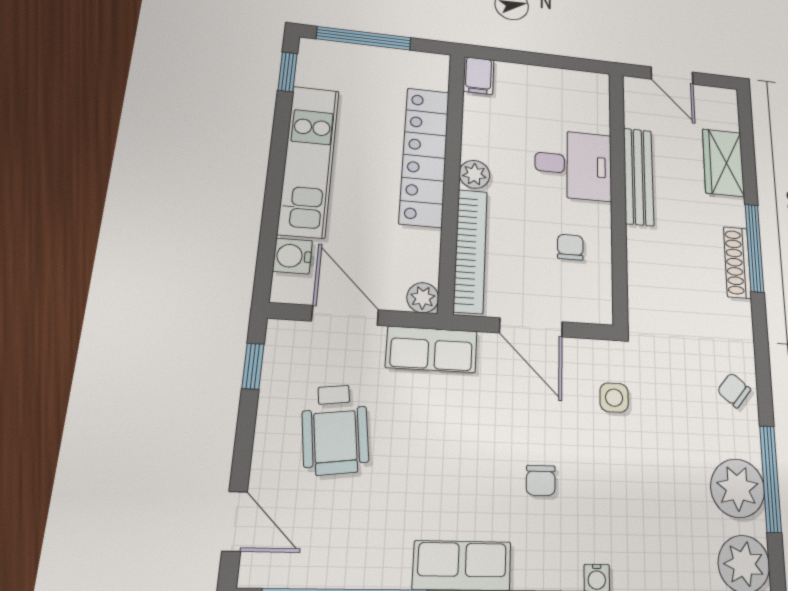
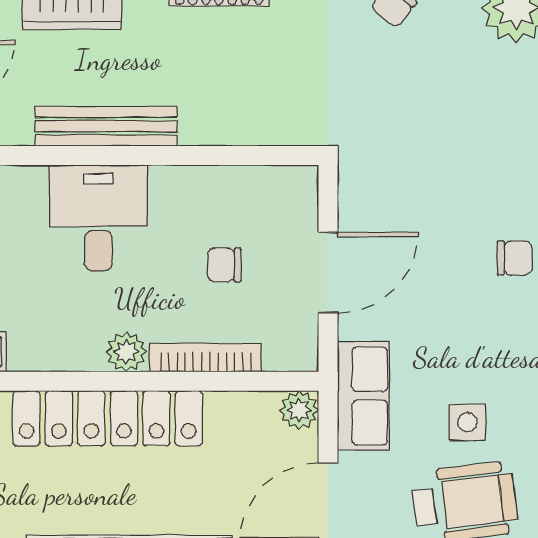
chair: (570, 247) -> (224, 265), moved
bookcase: (470, 251) -> (206, 358), width x0.68, depth x0.76
side table: (614, 398) -> (468, 422), moved

